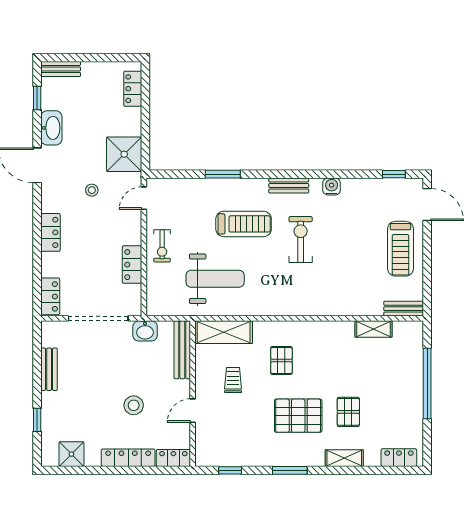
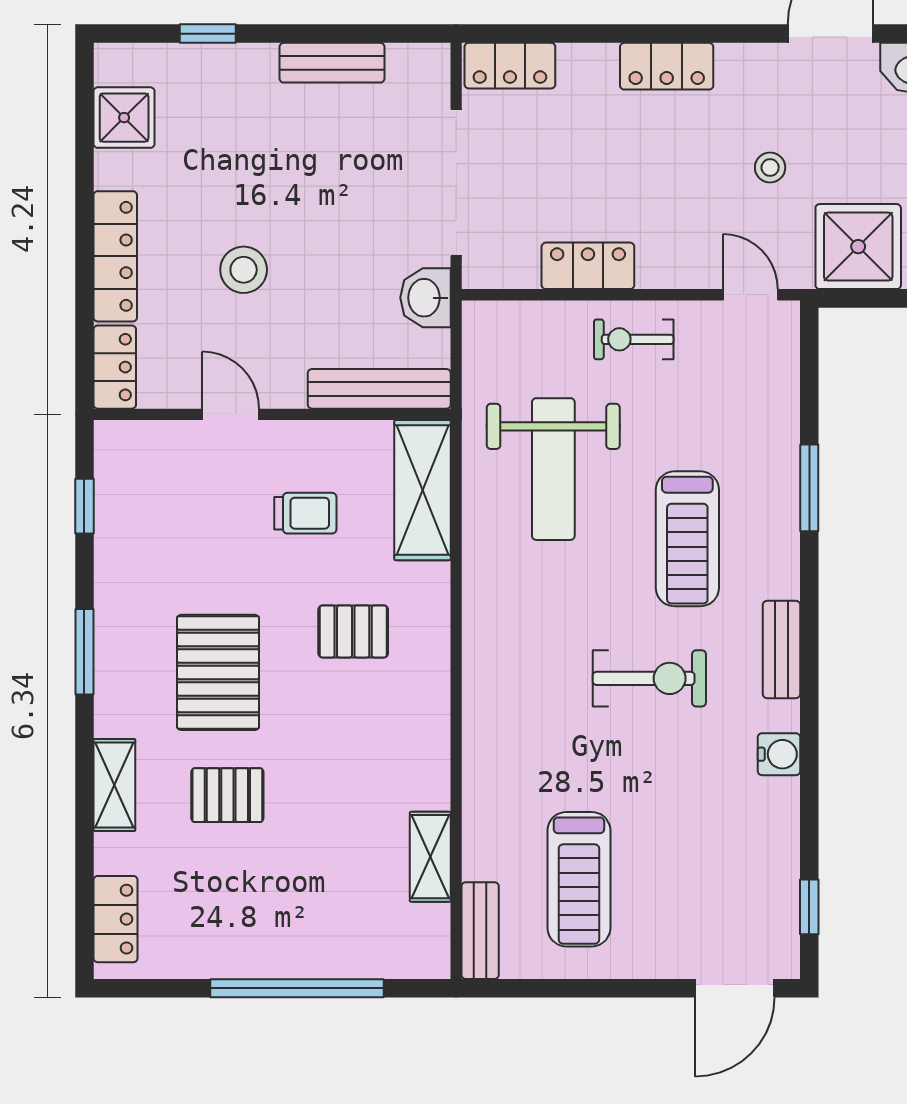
treadmill: (401, 249) -> (579, 879), moved, turned -90

